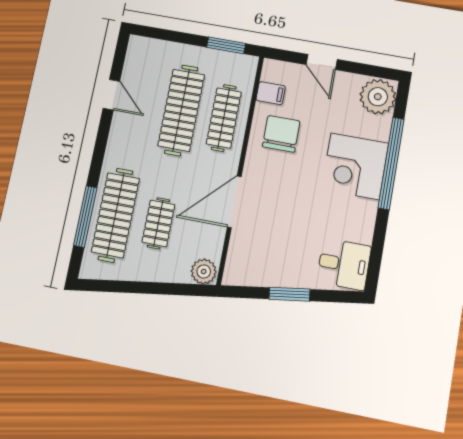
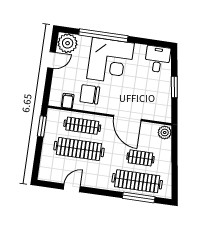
door: (322, 62) -> (51, 60), moved
corner desk: (355, 166) -> (110, 61), width x1.36, depth x1.36

